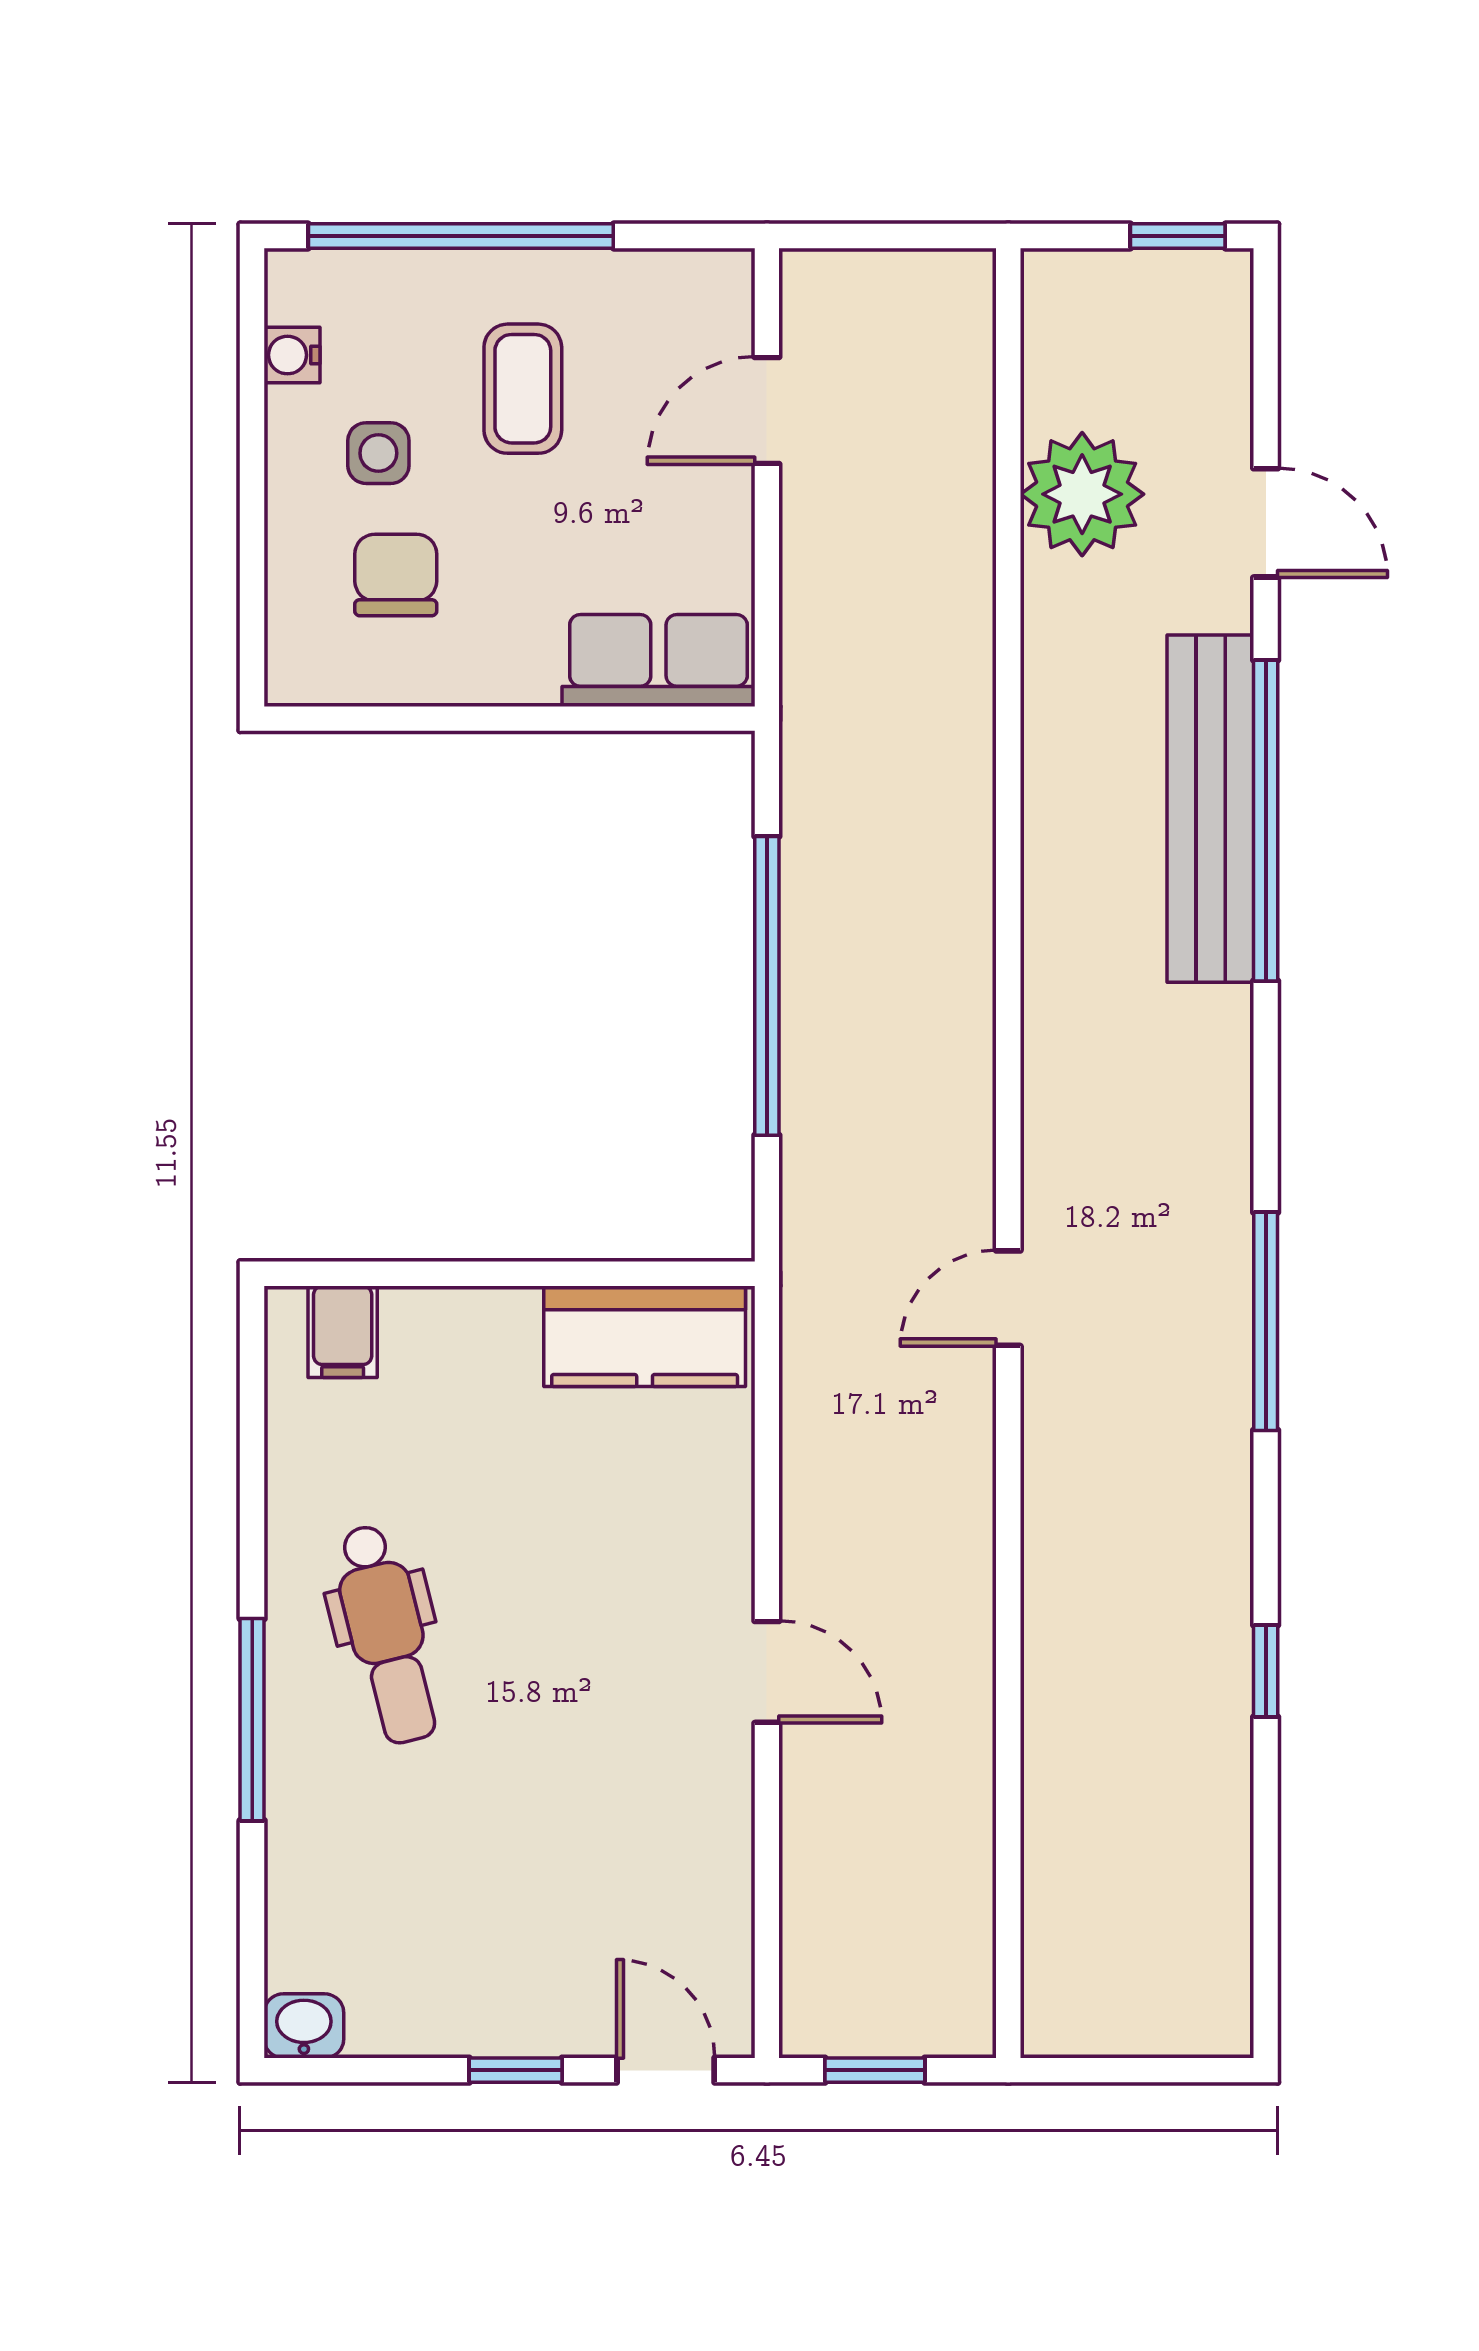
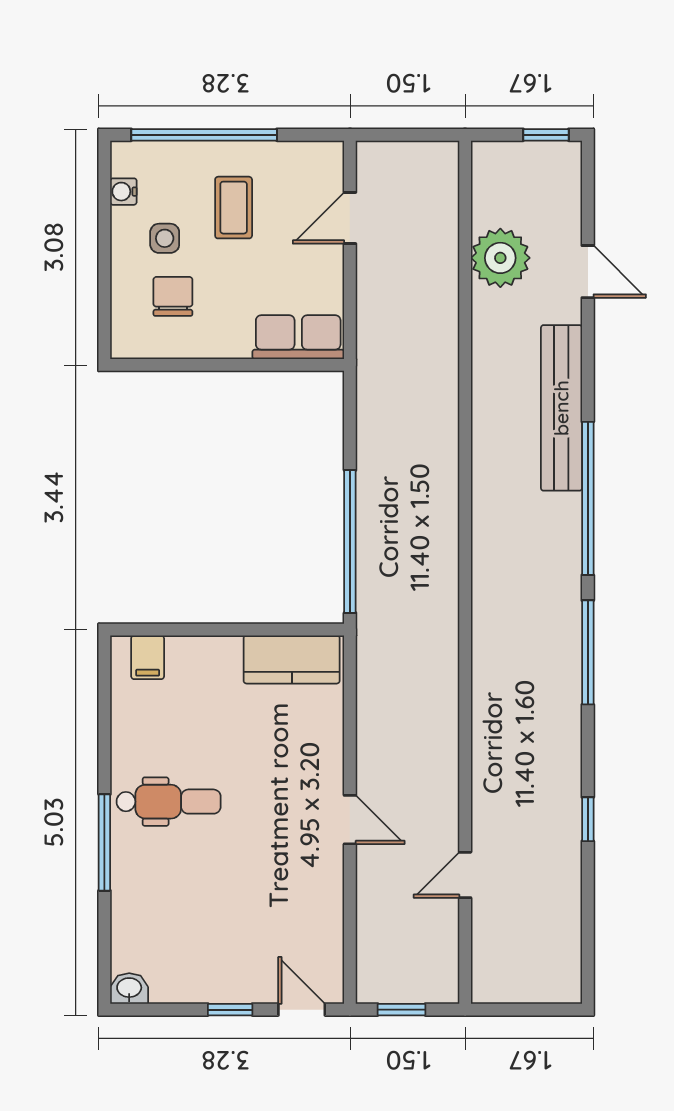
window: (1266, 821) -> (588, 498), moved
window: (767, 986) -> (350, 541), moved
door: (1008, 1298) -> (465, 875), moved
dental chair: (387, 1634) -> (169, 802), turned -76

